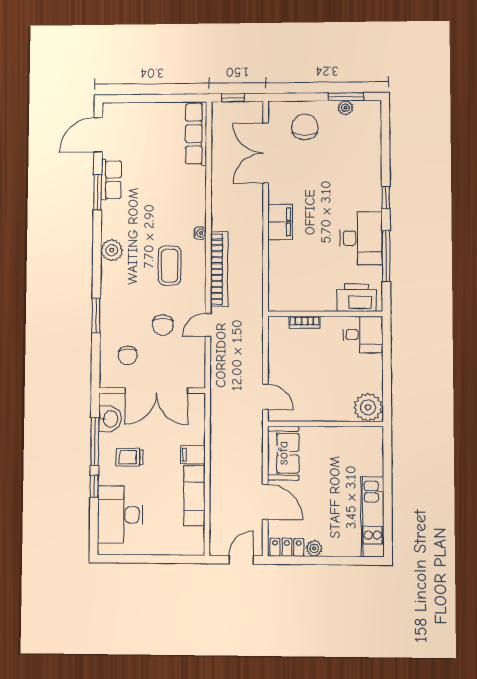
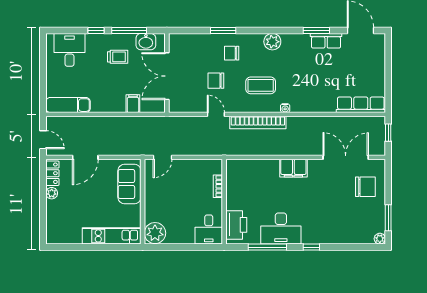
plant: (346, 108) -> (380, 239), moved
chair: (128, 355) -> (232, 53), moved
sofa: (283, 453) -> (129, 184), moved, turned 90
filing cabinet: (193, 455) -> (133, 104), moved
trolley: (130, 457) -> (118, 57), turned 90
exam couch: (194, 495) -> (68, 105), moved
desk: (120, 515) -> (69, 50), width x0.73
kitchen unit: (373, 517) -> (112, 236), moved

